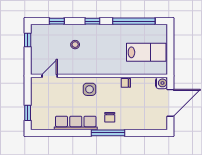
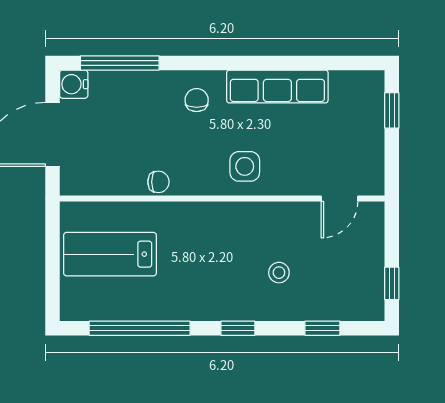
water cooler: (162, 83) -> (74, 84), moved
window: (108, 133) -> (120, 63), moved

